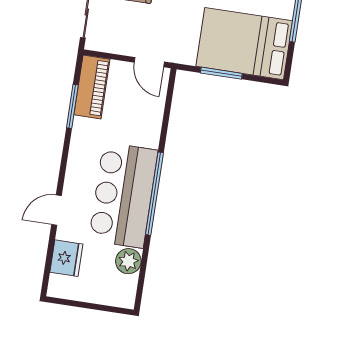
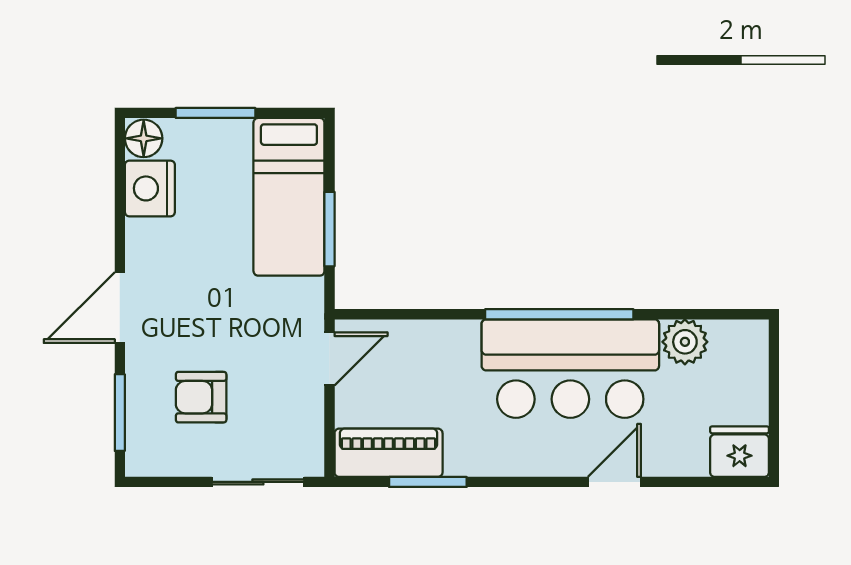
bed: (244, 44) -> (289, 197), width x0.67
door: (57, 210) -> (614, 482), swing flipped
fridge: (66, 258) -> (740, 452), moved

